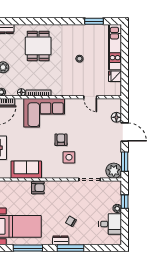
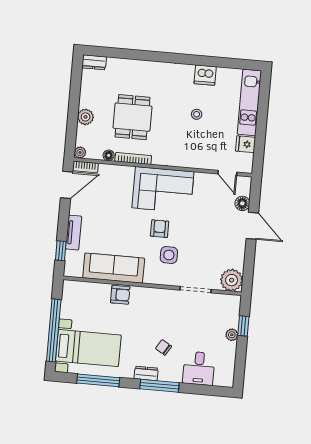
window: (94, 21) -> (222, 62), removed
dishwasher: (83, 31) -> (205, 75), added
dining table: (38, 46) -> (132, 117), moved
door: (90, 97) -> (227, 173), moved
corner sofa: (44, 113) -> (163, 190), moved
window: (125, 162) -> (249, 268), removed
sofa: (26, 170) -> (114, 268), width x1.36
desk: (110, 224) -> (199, 368), moved, turned 90

